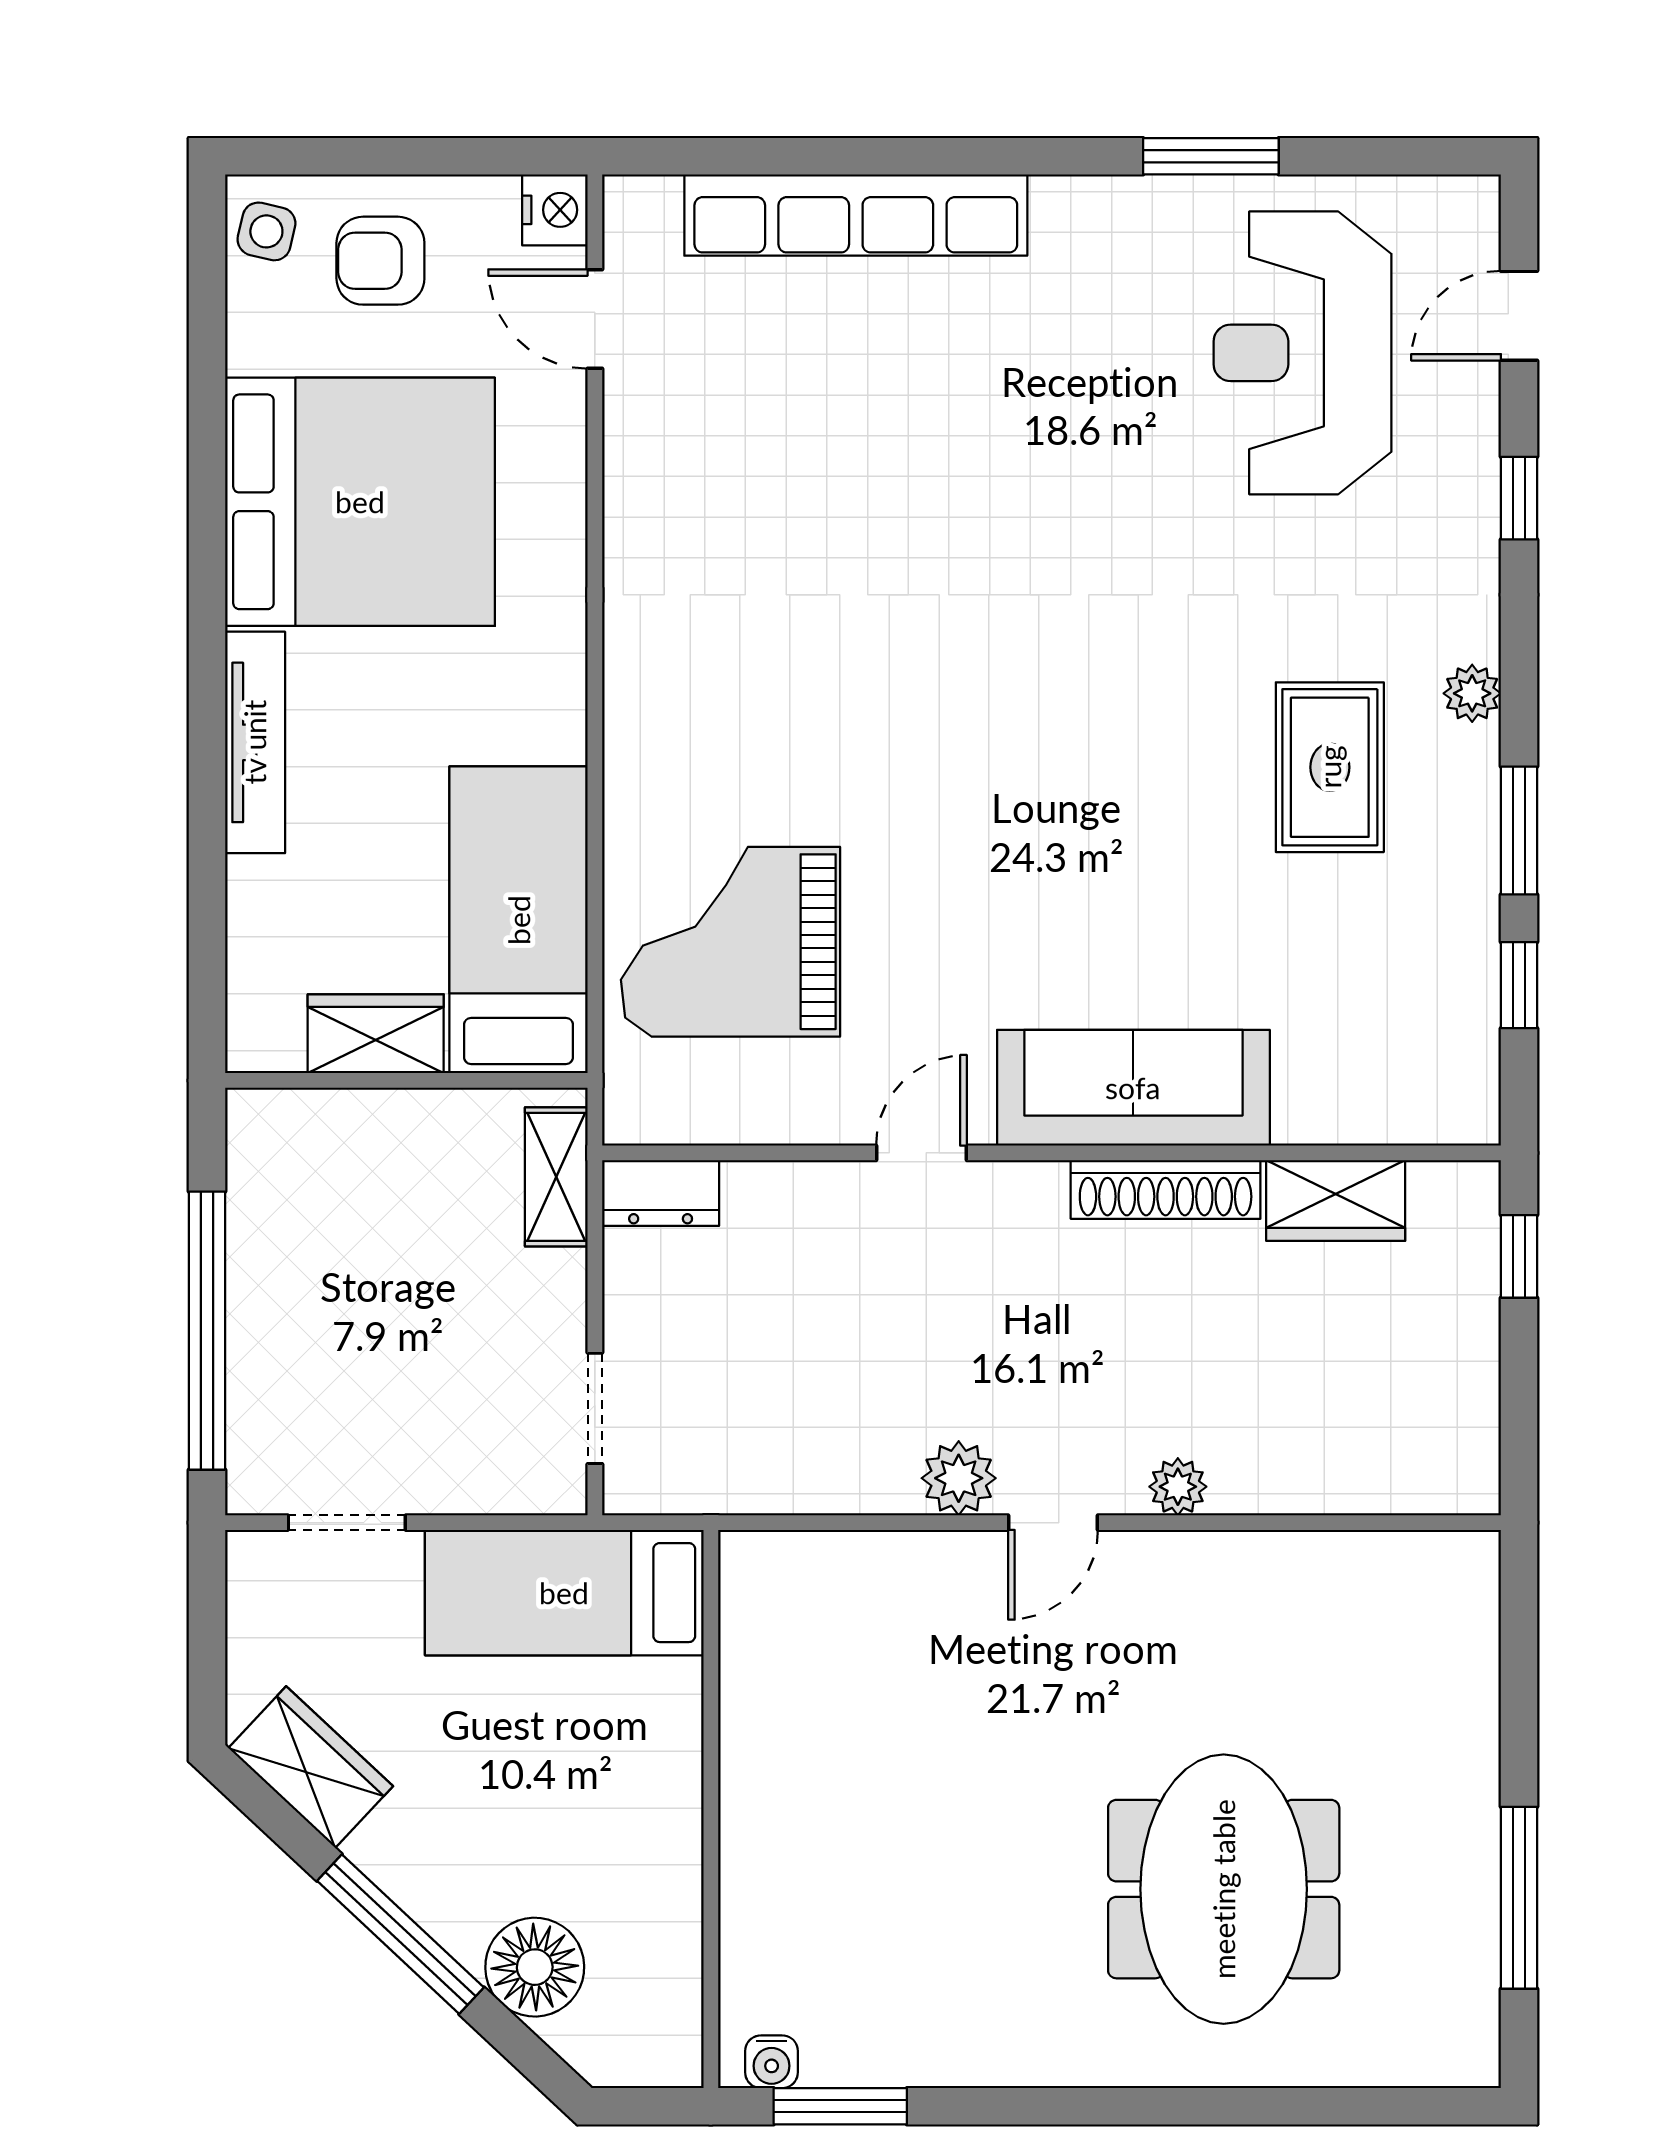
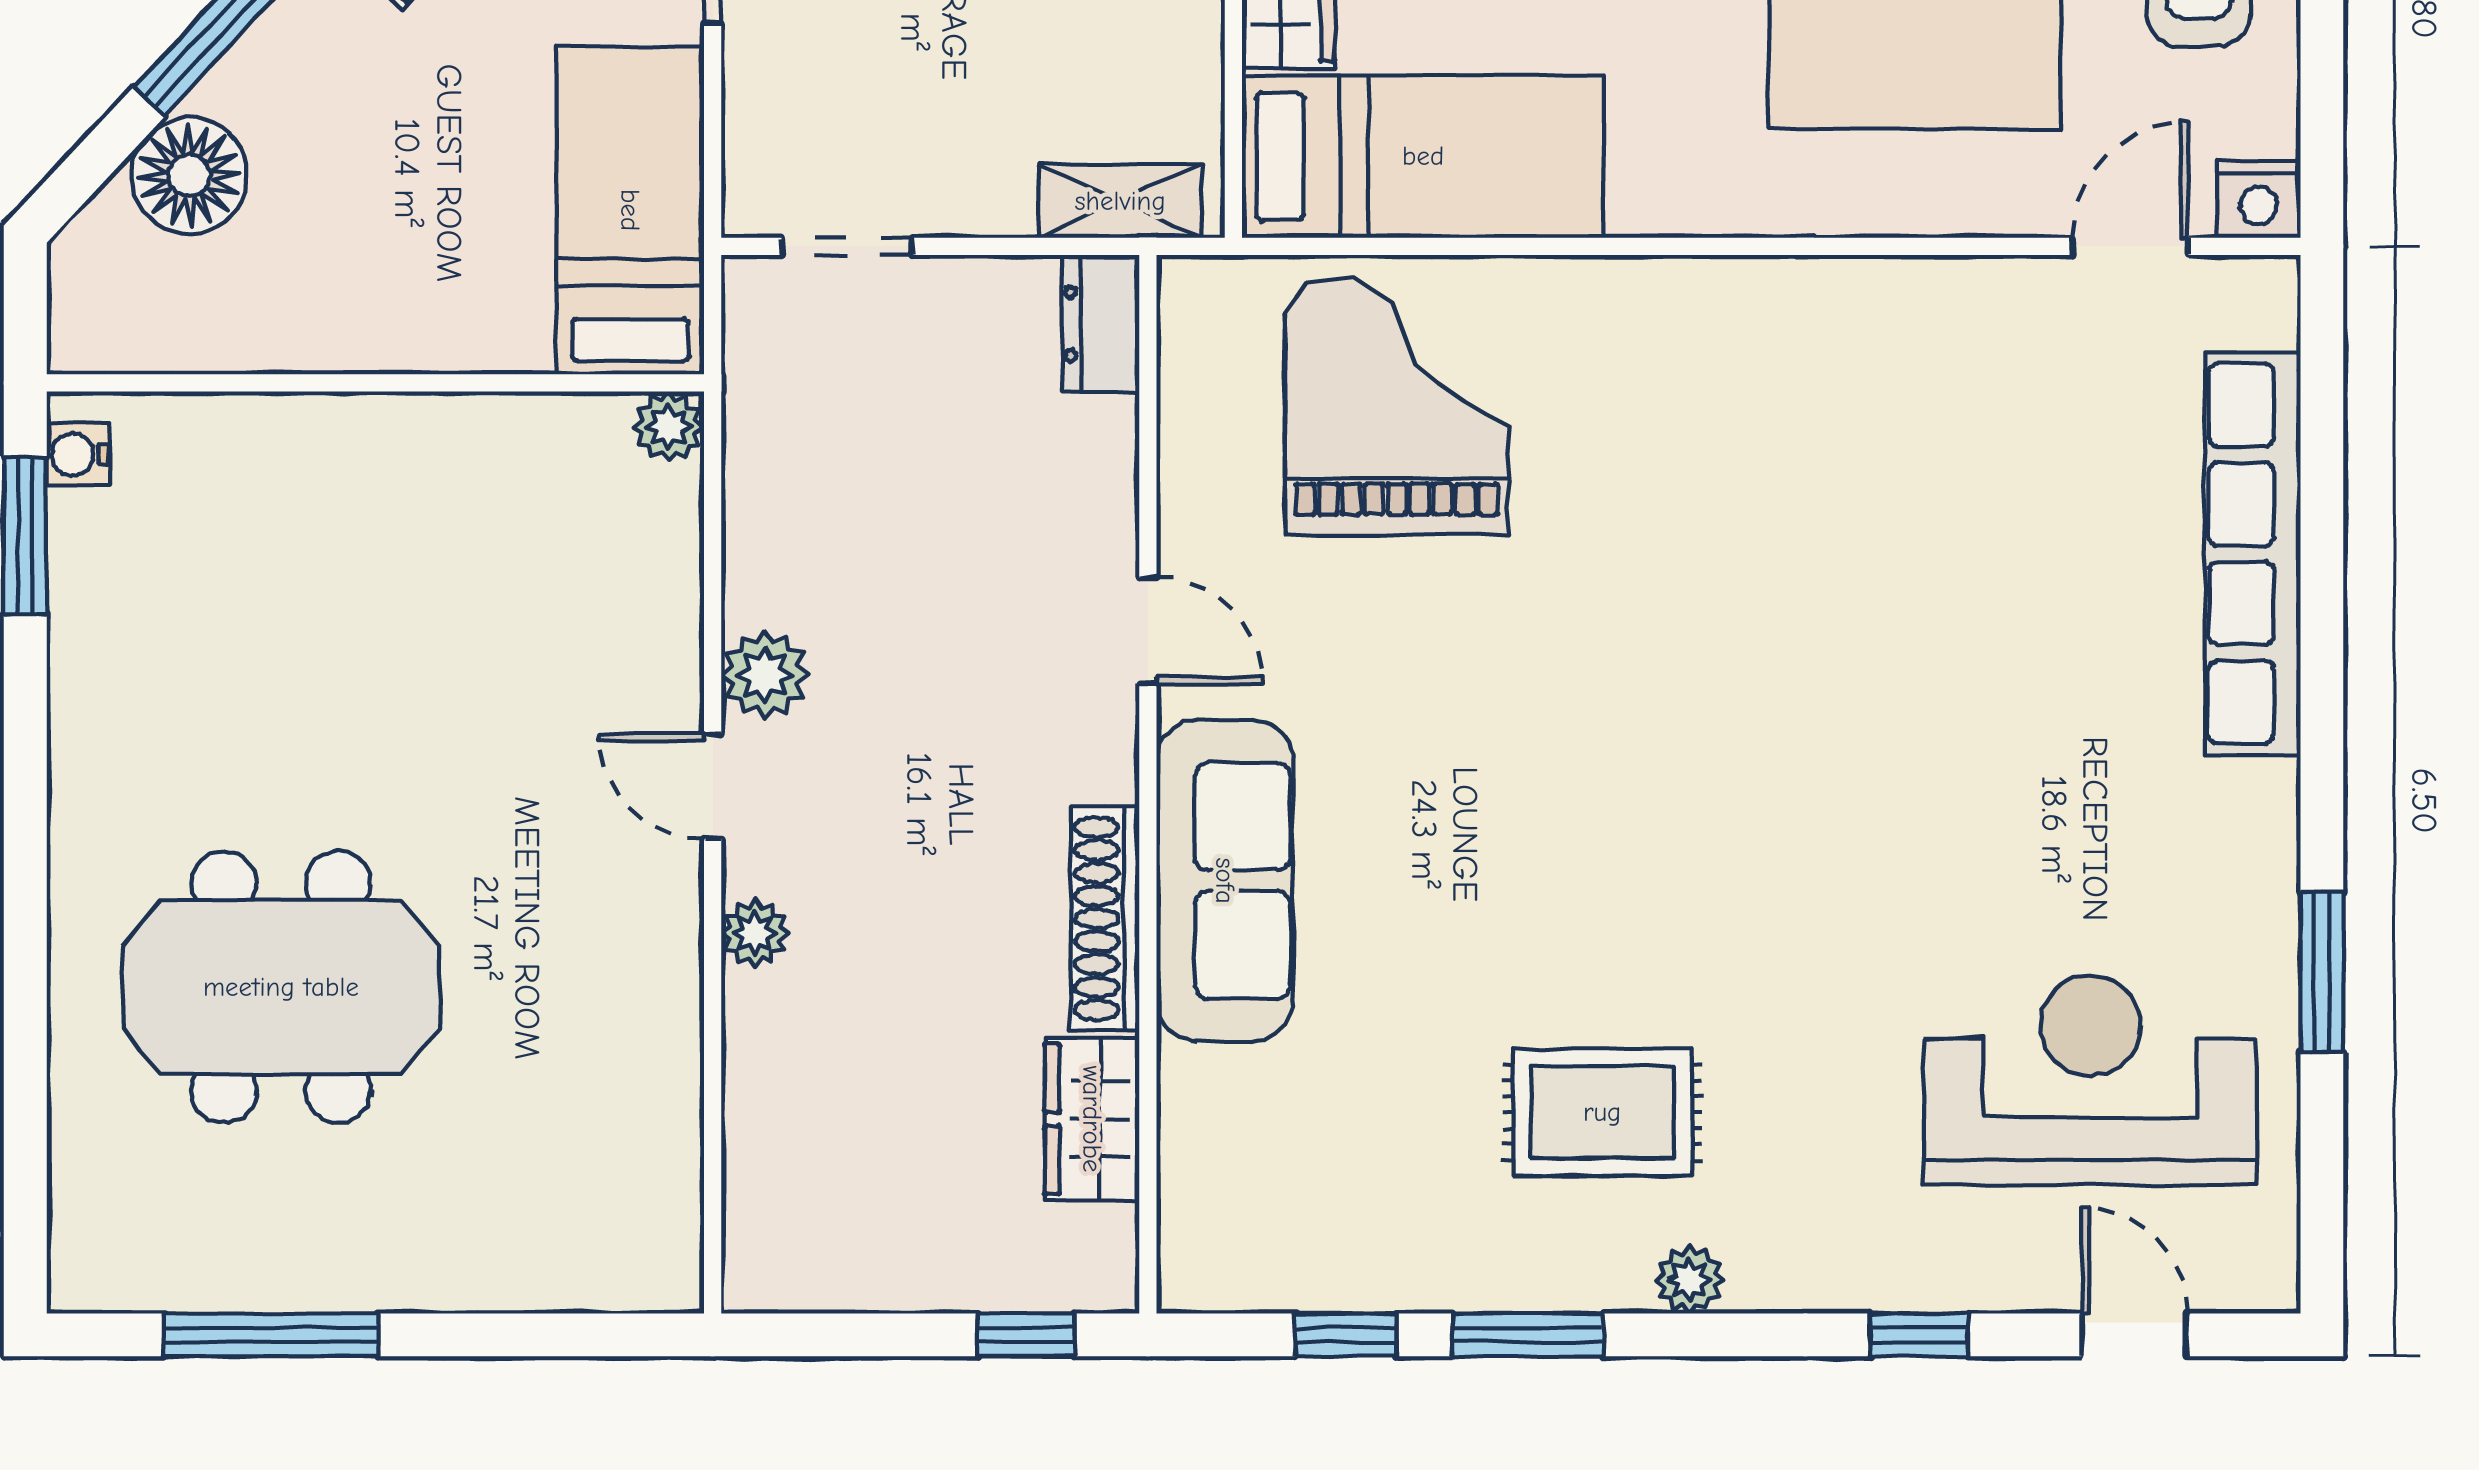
plant: (748, 1560) -> (669, 427), added

